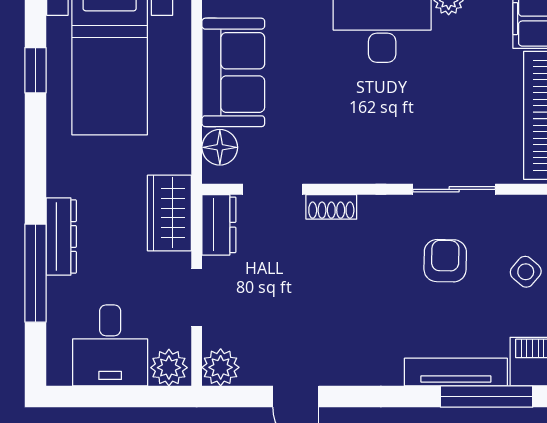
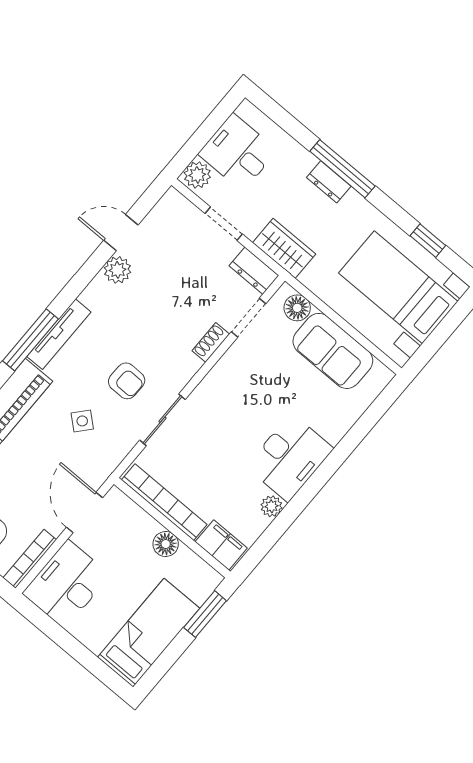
dresser: (61, 236) -> (329, 182), width x0.70
window: (35, 273) -> (342, 169), moved
plant: (221, 367) -> (117, 270), moved

